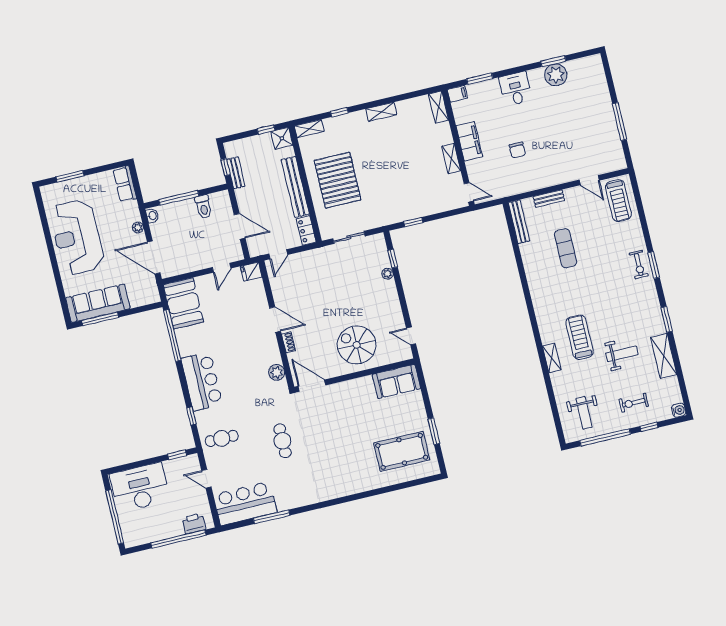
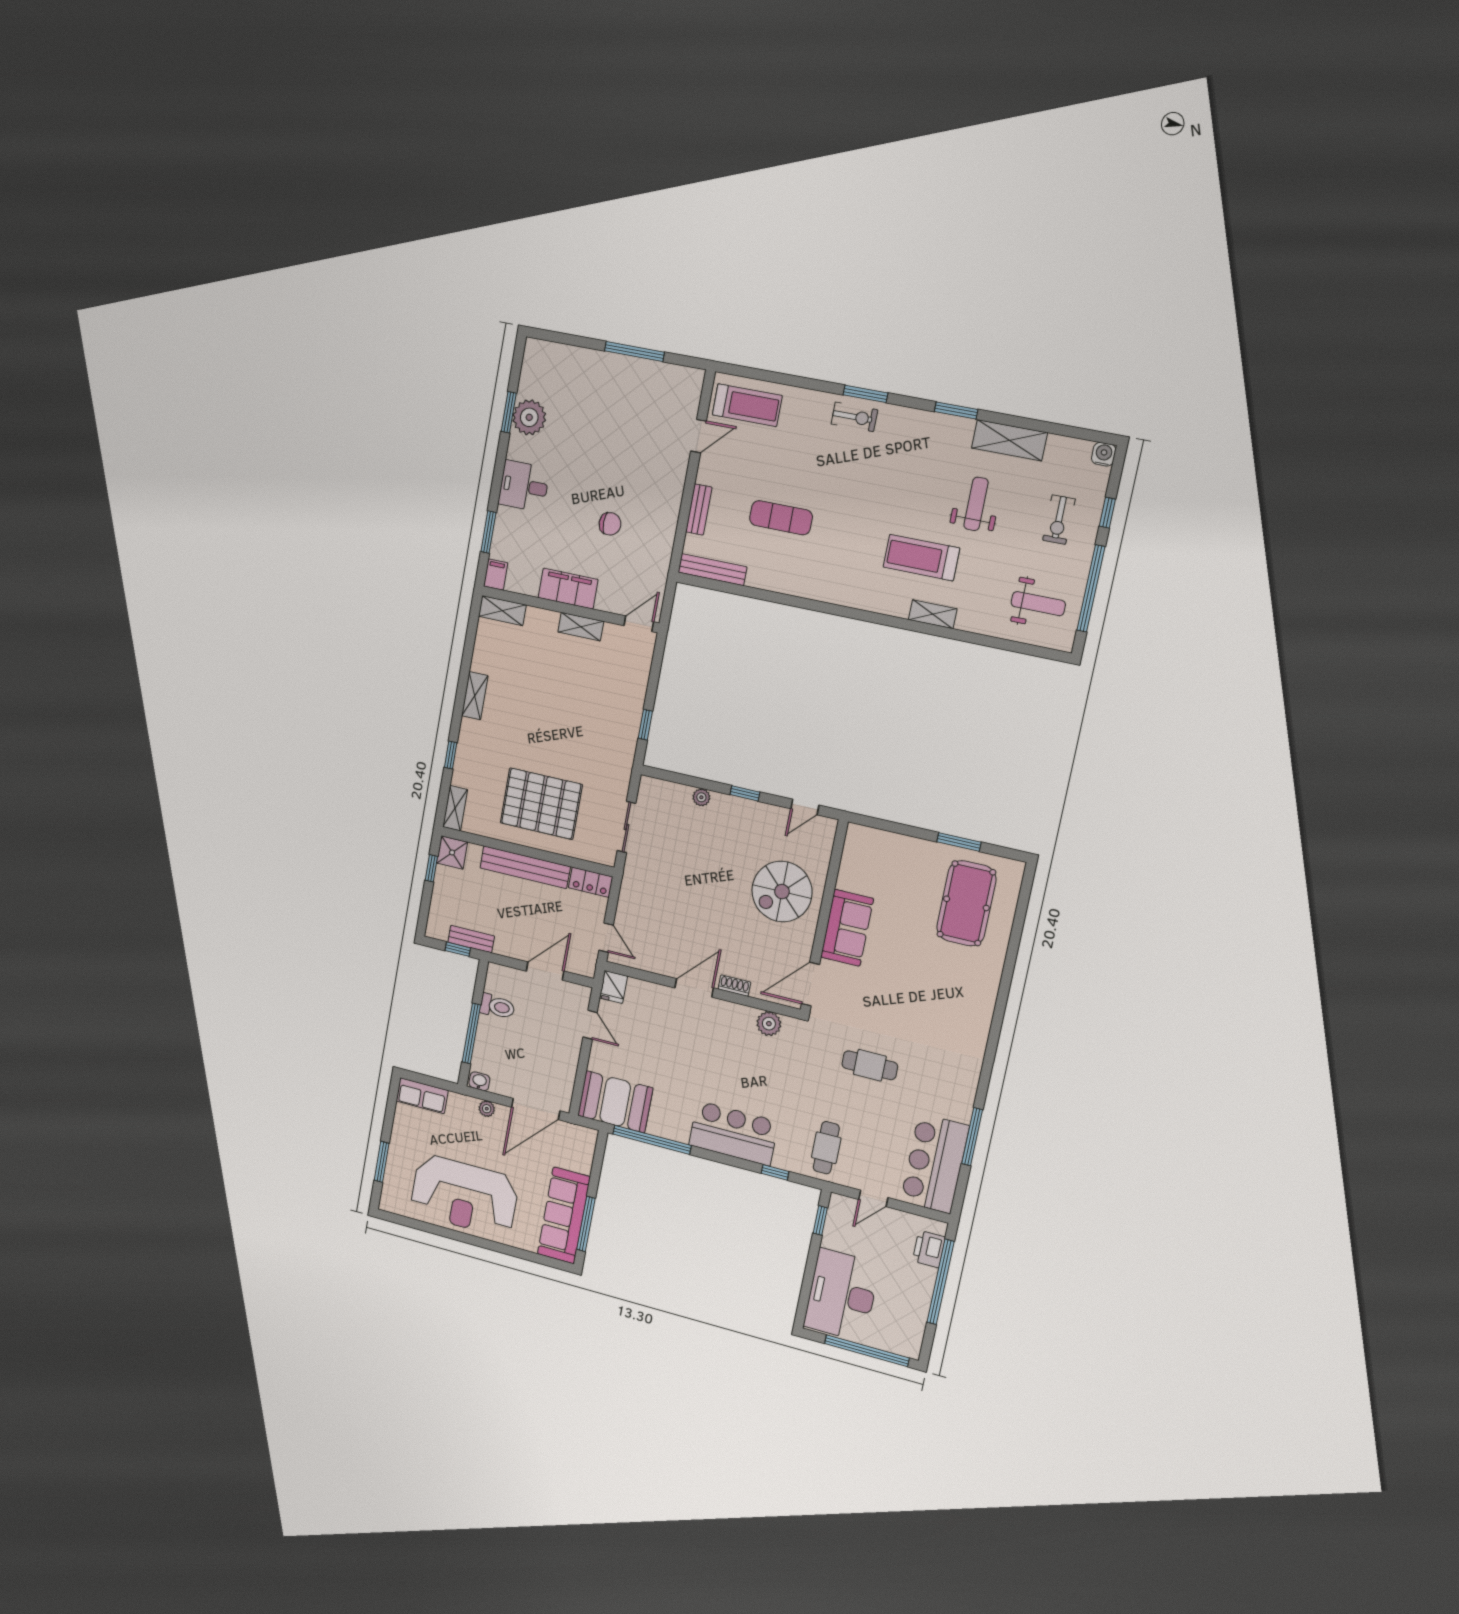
window: (393, 259) -> (745, 793), moved
sofa: (396, 381) -> (847, 928), moved

